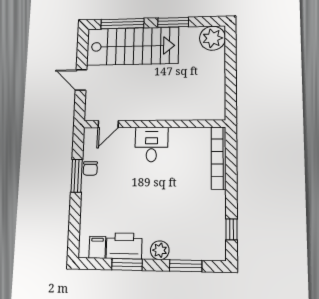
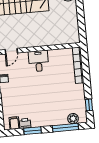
printer: (124, 246) -> (25, 123), width x0.53, depth x0.68
plant: (160, 250) -> (73, 119), moved
window: (186, 266) -> (65, 128), width x1.44

